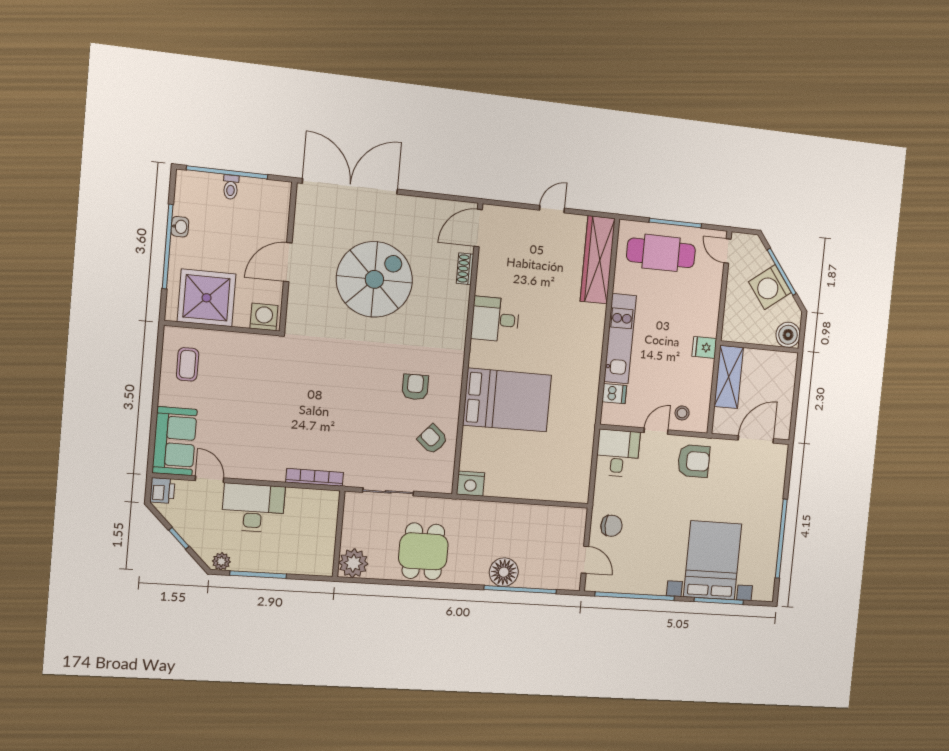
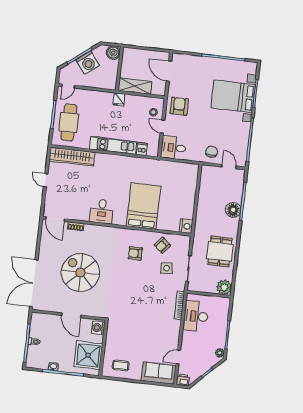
side table: (388, 449) -> (167, 268), added
desk: (253, 508) -> (196, 316), moved
dining table: (423, 551) -> (220, 251), turned 90
door: (585, 560) -> (229, 166), hinge flipped

